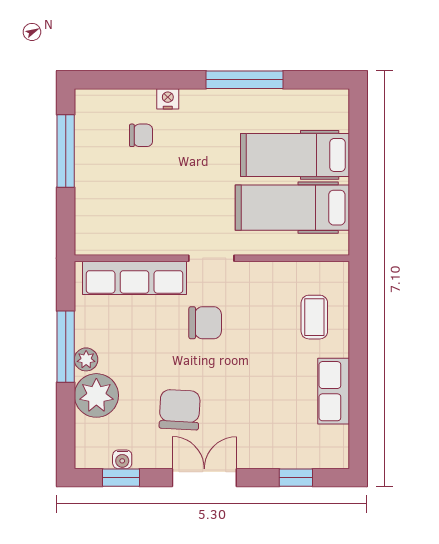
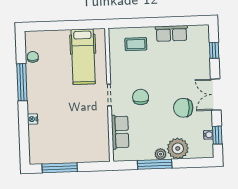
chair: (141, 135) -> (33, 57), moved
hospital bed: (295, 155) -> (58, 56), removed
row of seats: (135, 278) -> (120, 132), width x0.68

